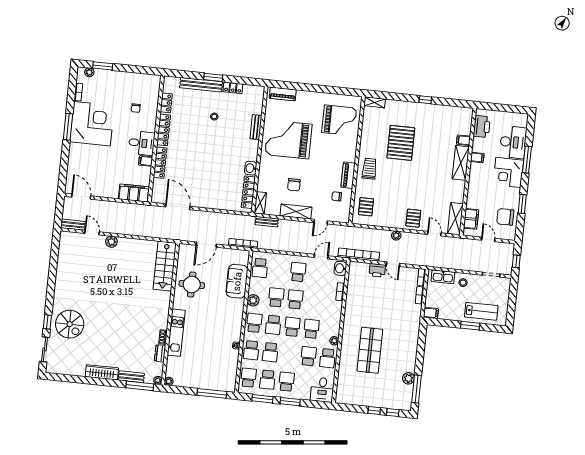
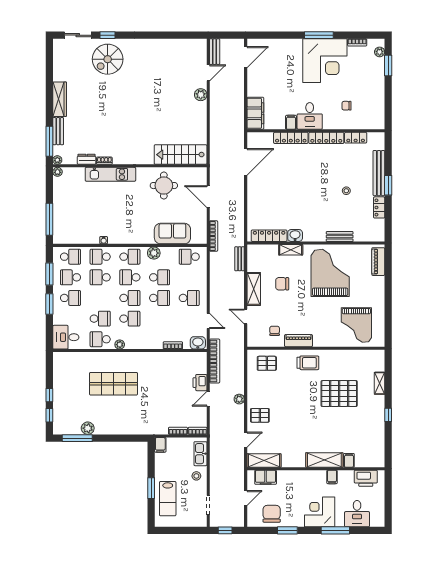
shelving: (375, 102) -> (380, 383), moved
desk: (513, 142) -> (357, 514), width x0.73
shelving: (260, 203) -> (291, 250), moved

